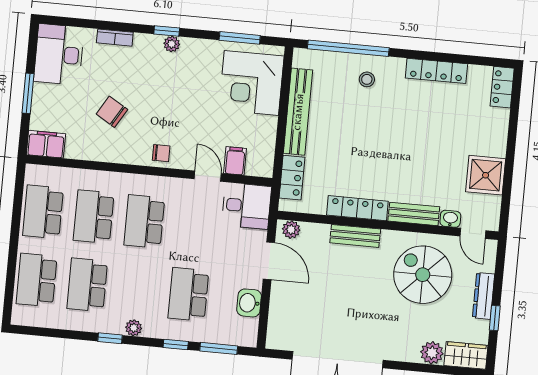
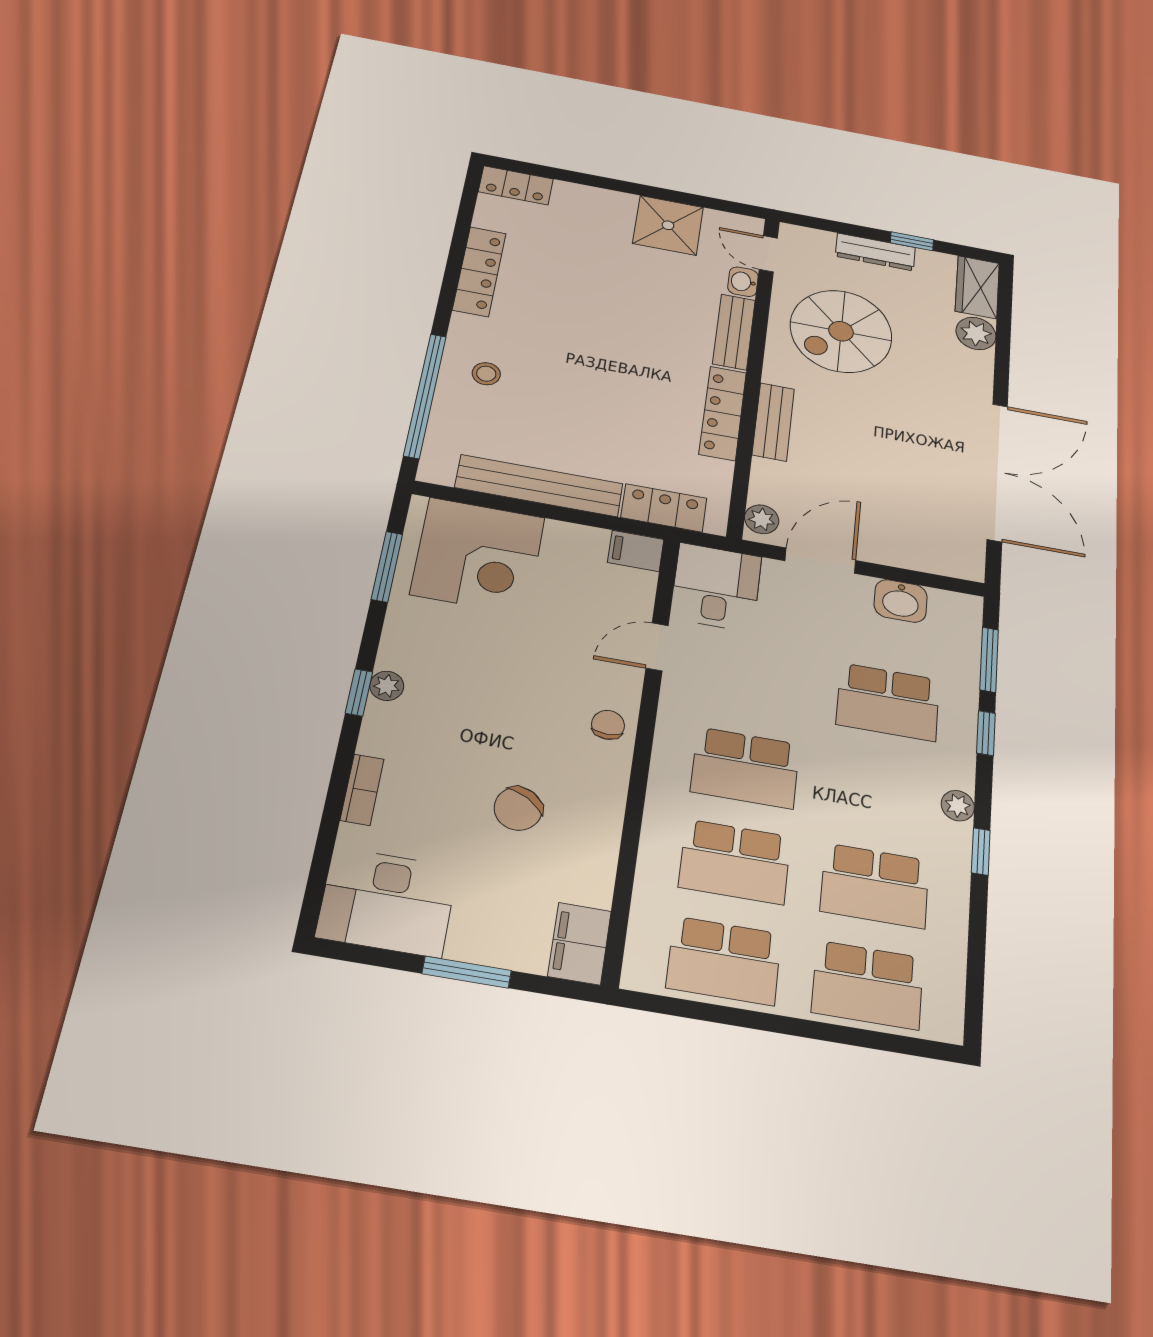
filing cabinet: (235, 161) -> (636, 551), moved
door: (473, 233) -> (768, 254), swing flipped

